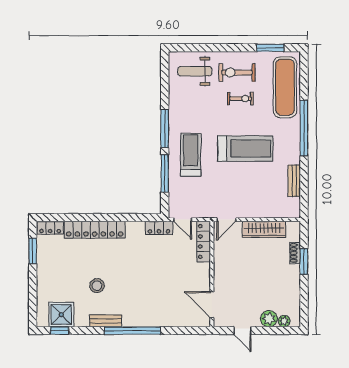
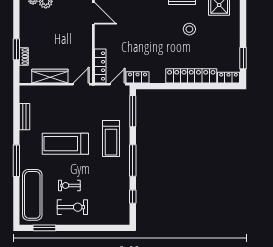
weight bench: (195, 71) -> (108, 208), removed
window: (165, 85) -> (133, 197), added
window: (304, 128) -> (16, 161), width x0.68
window: (165, 174) -> (133, 111), moved
door: (183, 220) -> (118, 84), hinge flipped

